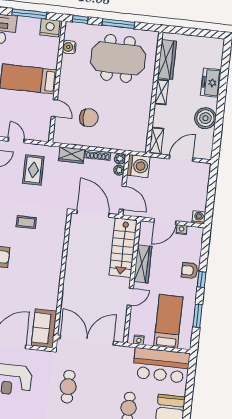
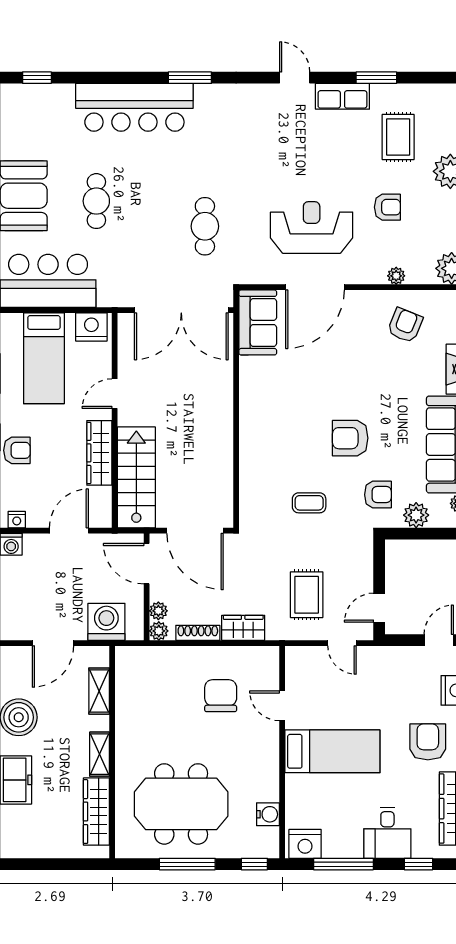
chair: (89, 118) -> (221, 696), turned 90
shelving: (156, 141) -> (99, 691), moved
washing machine: (138, 166) -> (106, 622), moved, turned 90
nightstand: (182, 230) -> (17, 520), moved
nightstand: (139, 340) -> (91, 327), width x1.89, depth x1.79

